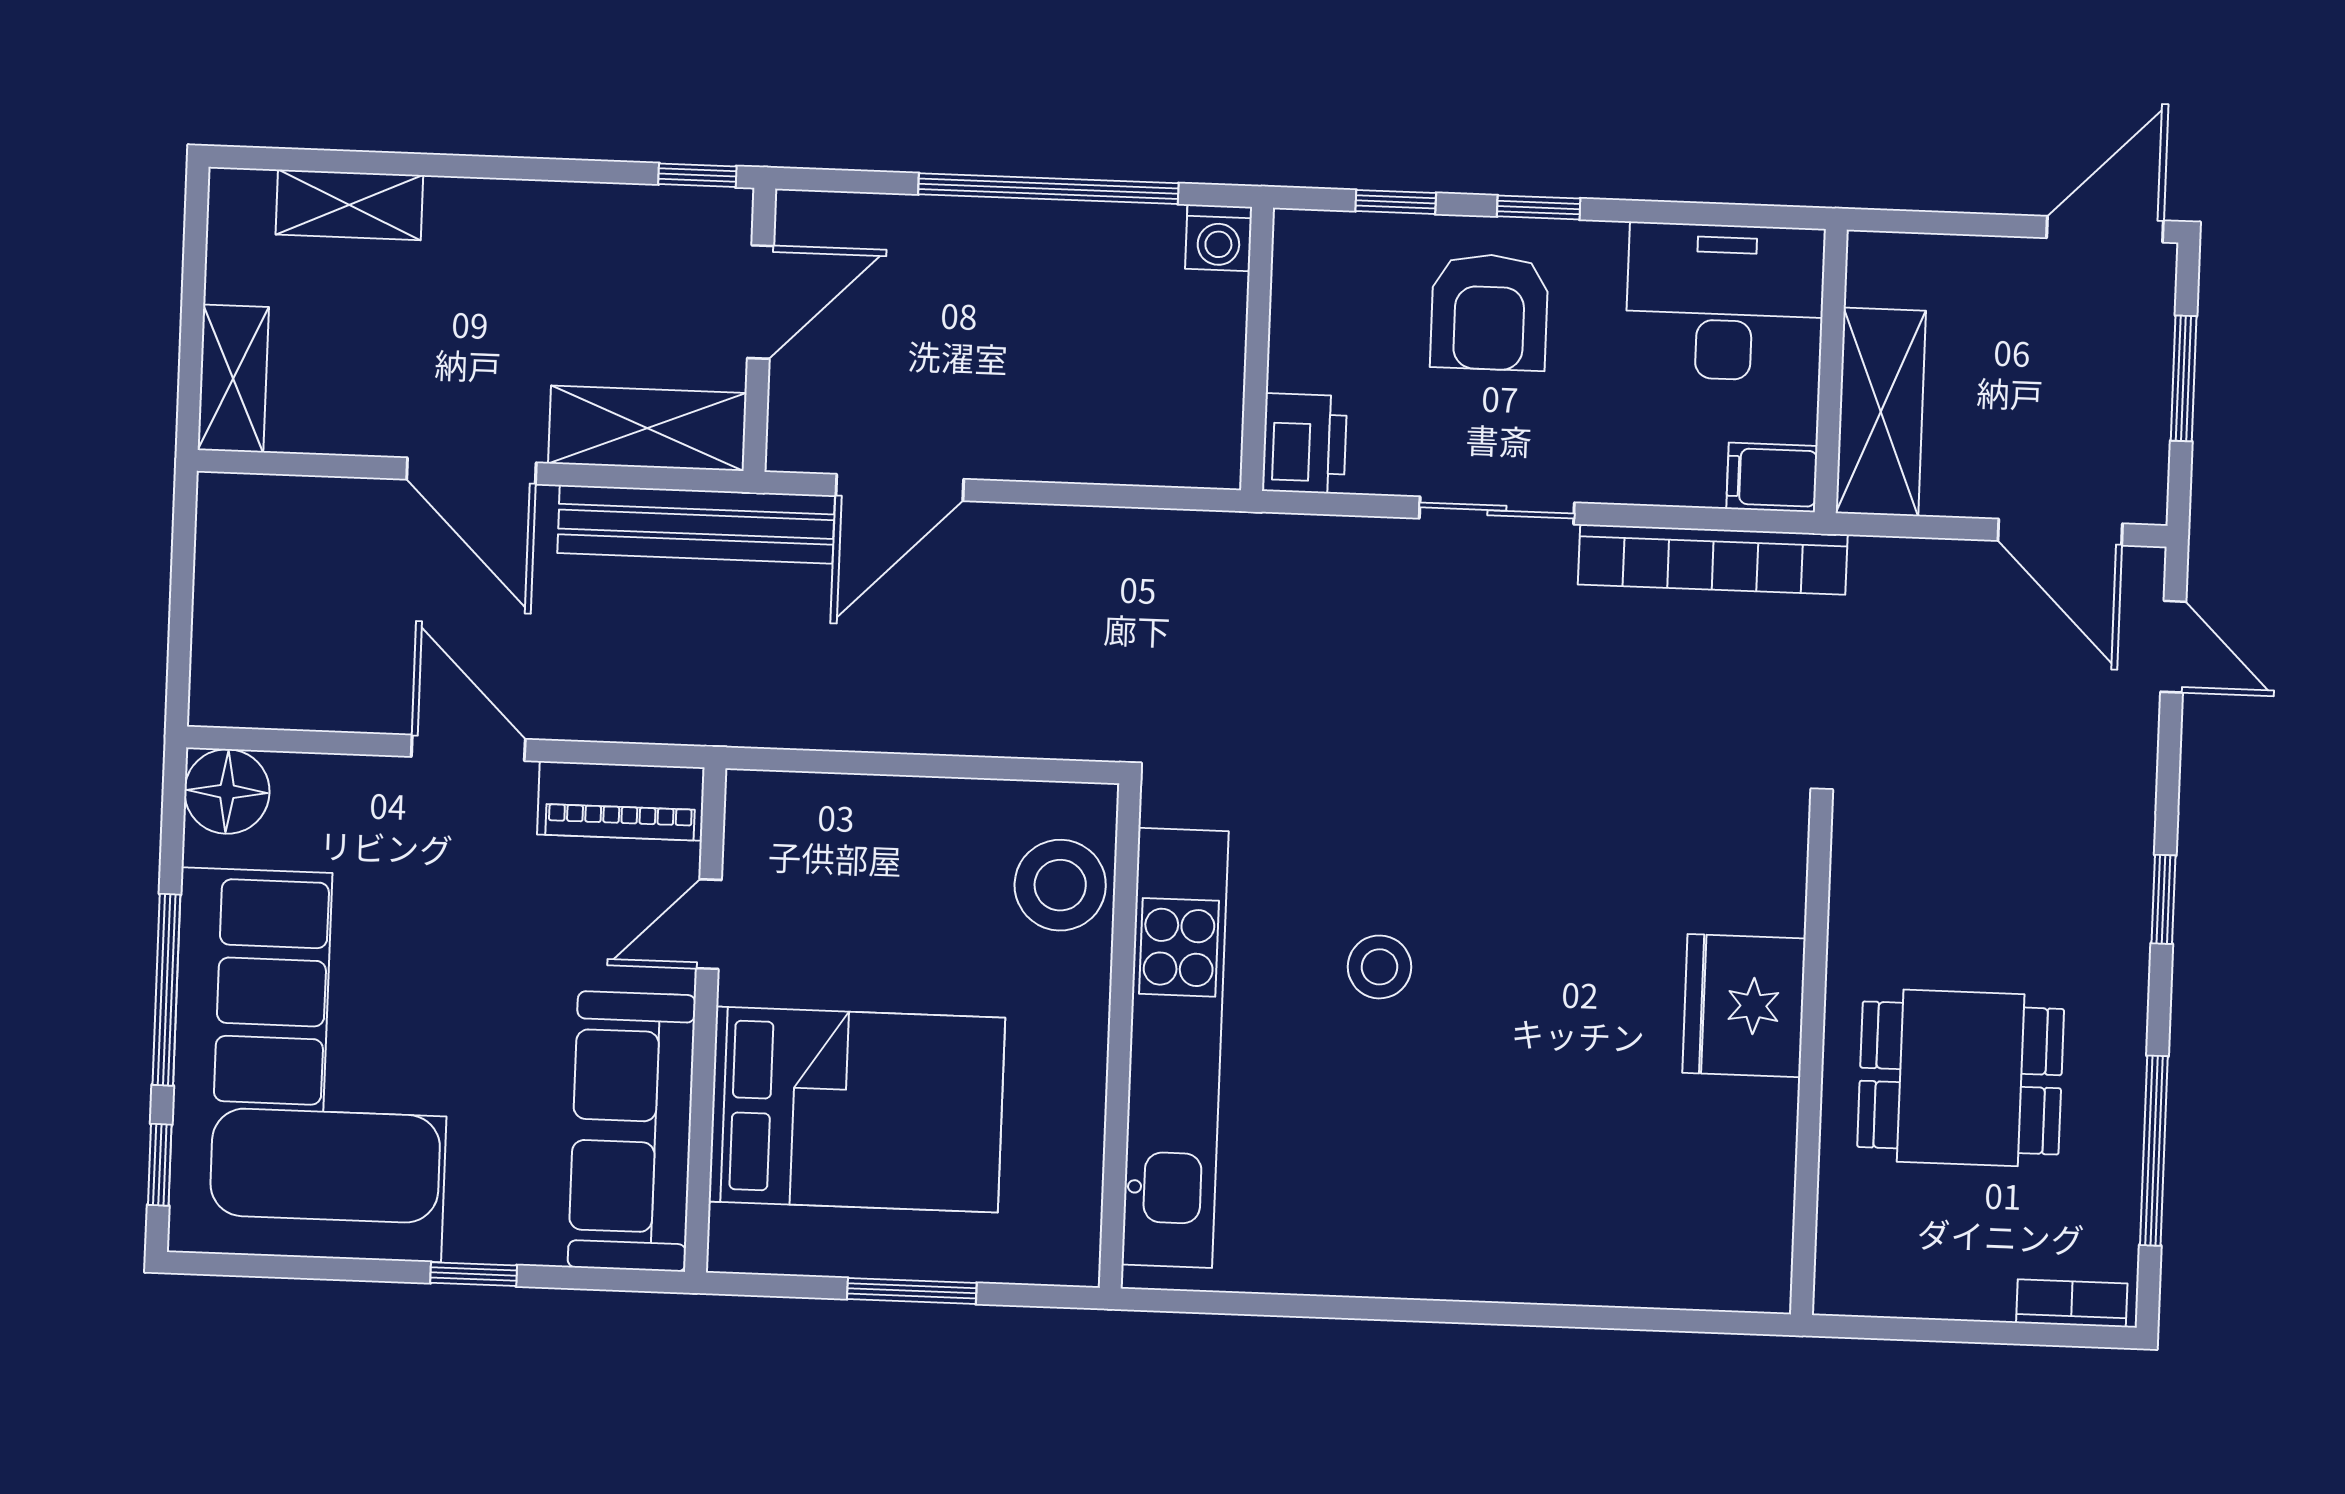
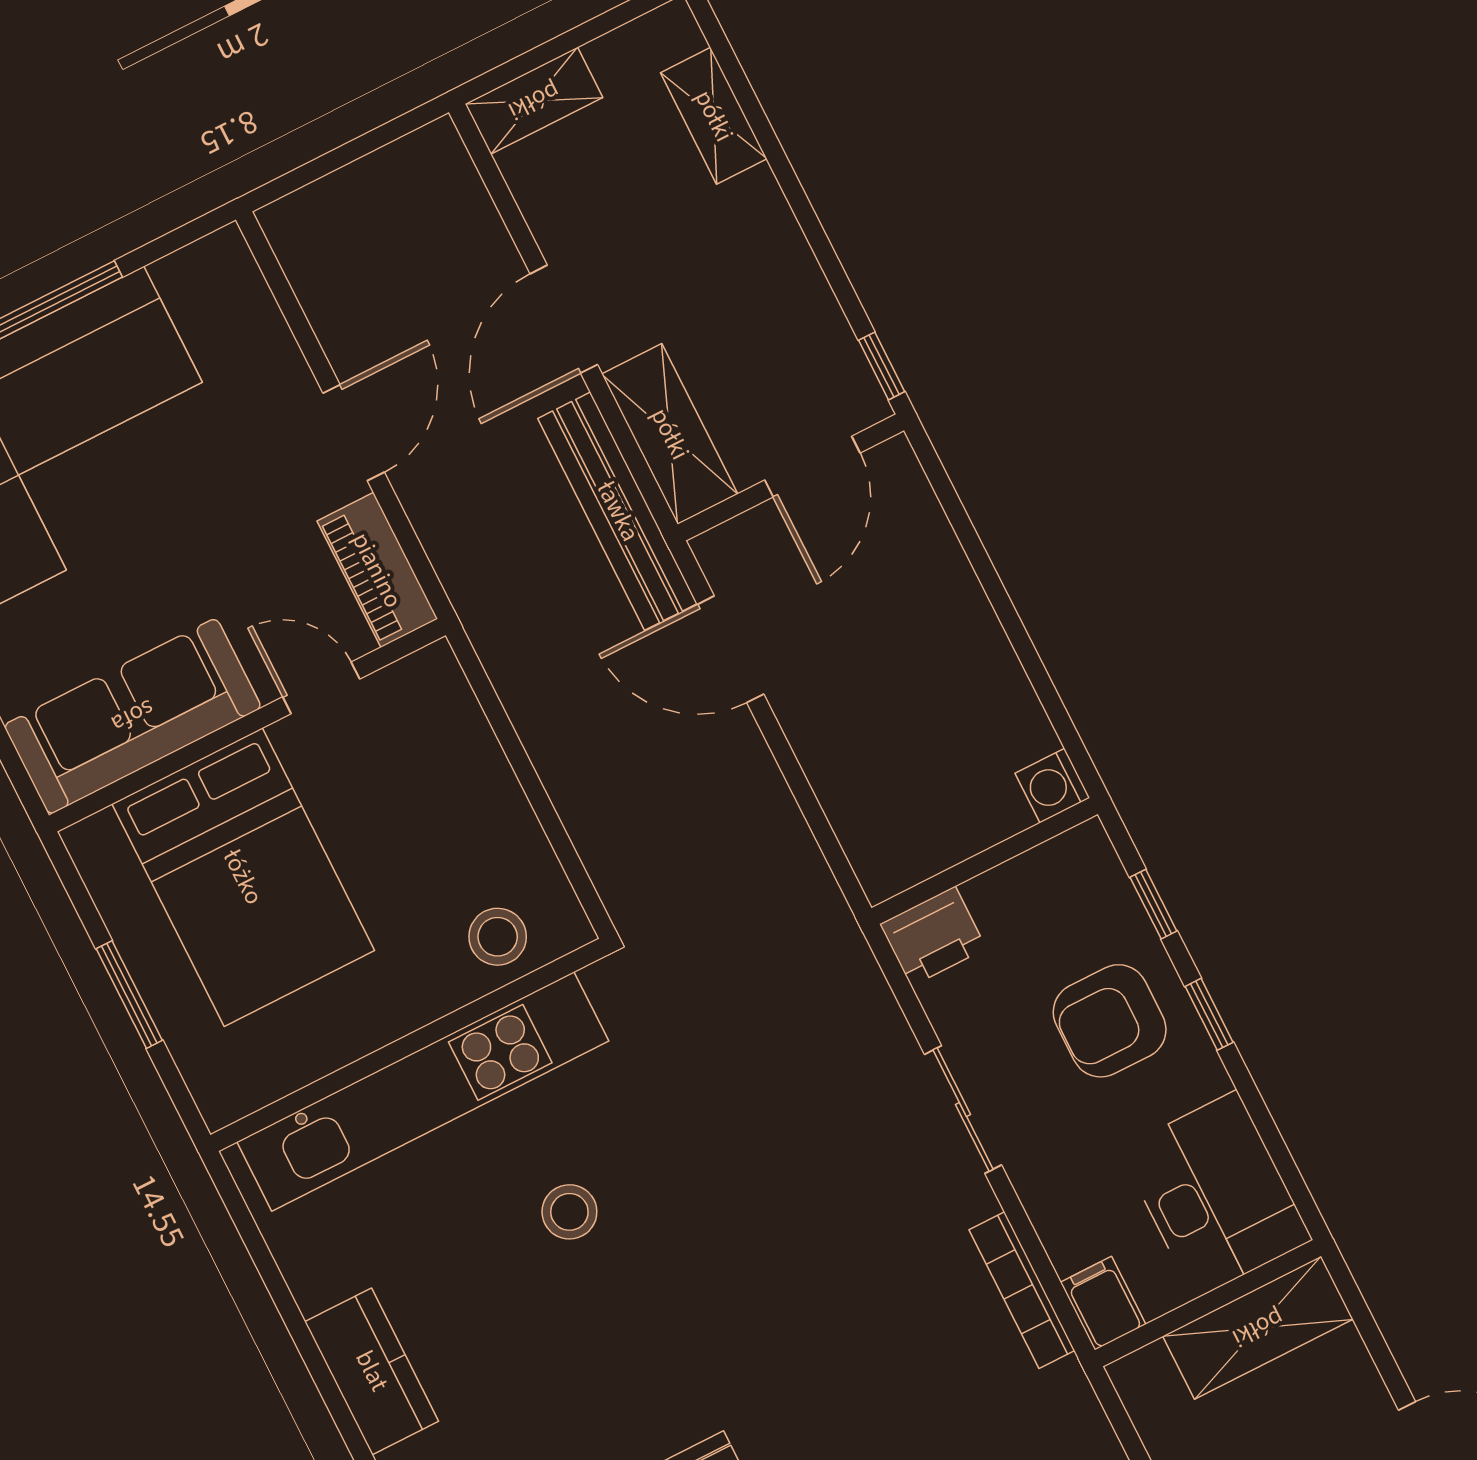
window: (1048, 189) -> (1018, 636), removed
door: (760, 302) -> (812, 467), hinge flipped
shelving: (1881, 412) -> (1258, 1328), moved
bookcase: (1713, 560) -> (1022, 1290), width x0.68, depth x0.76
floor lamp: (227, 791) -> (220, 269), removed
stool: (1060, 885) -> (498, 937), width x0.73, depth x0.73
kitchen counter: (1430, 1257) -> (372, 1371), added

